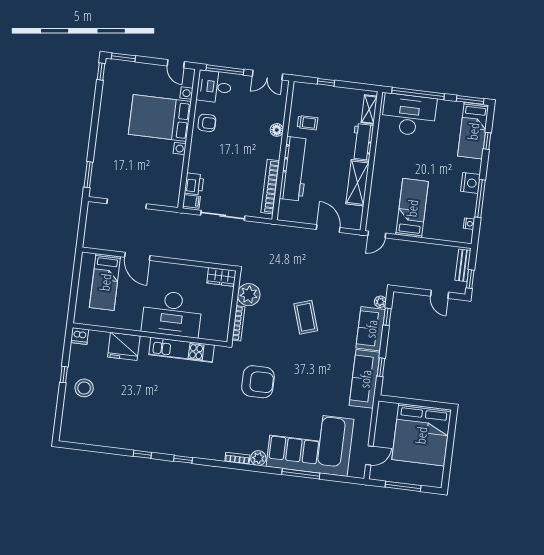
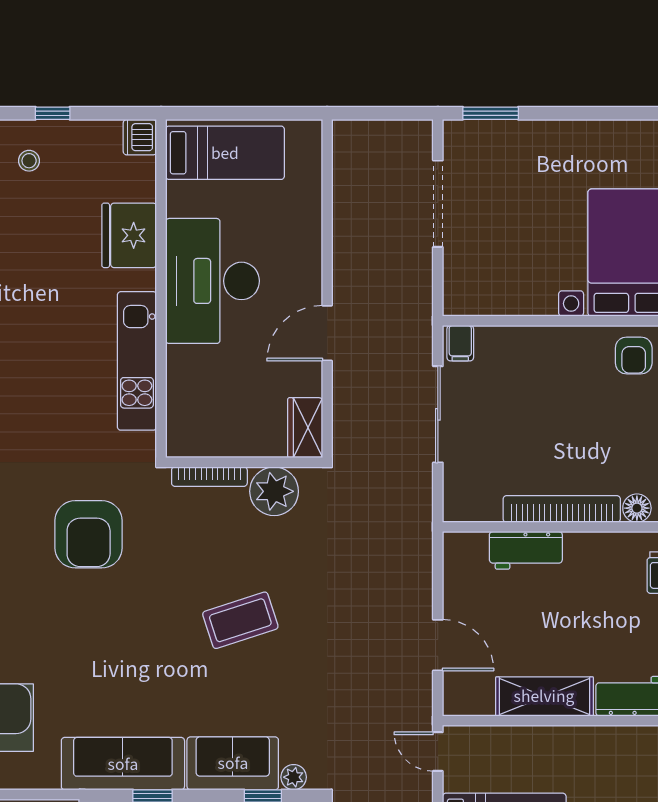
workbench: (294, 169) -> (526, 550), width x0.53, depth x0.76
printer: (194, 184) -> (499, 344), removed
bookcase: (270, 187) -> (562, 509), moved
door: (328, 228) -> (438, 645), hinge flipped
door: (137, 256) -> (327, 333), moved
bed: (105, 282) -> (225, 153), moved, turned 180
desk: (172, 314) -> (212, 281), moved
stool: (84, 388) -> (29, 161), width x0.53, depth x0.53

